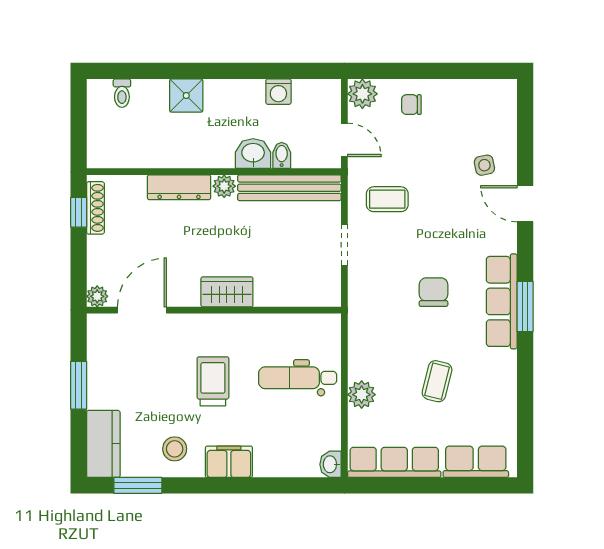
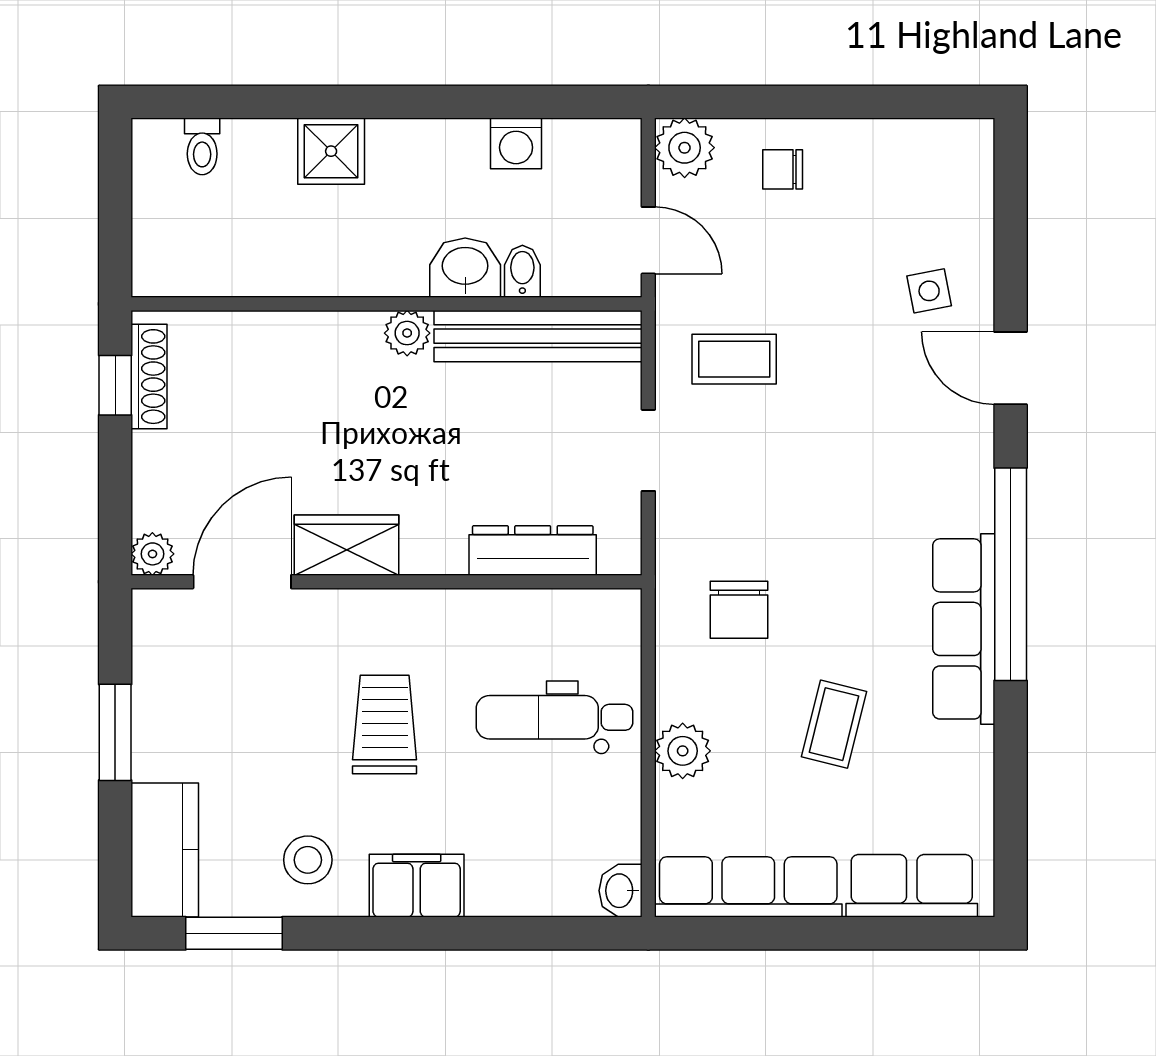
dresser: (179, 187) -> (533, 550), moved, turned 180
wardrobe: (227, 292) -> (347, 545), moved
chair: (434, 292) -> (739, 610), moved, turned 180
row of seats: (502, 301) -> (964, 629), moved
window: (525, 306) -> (1011, 574), width x2.11

